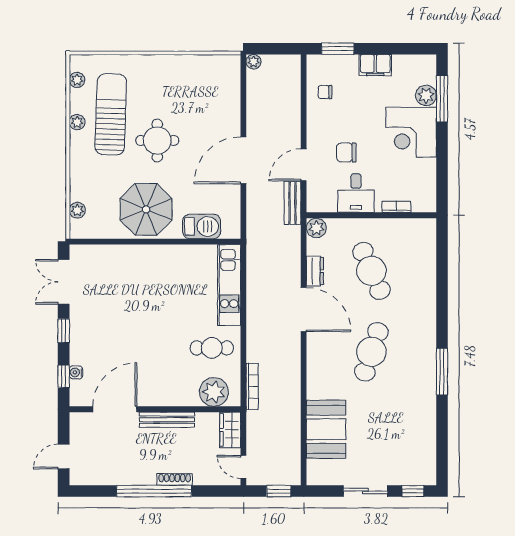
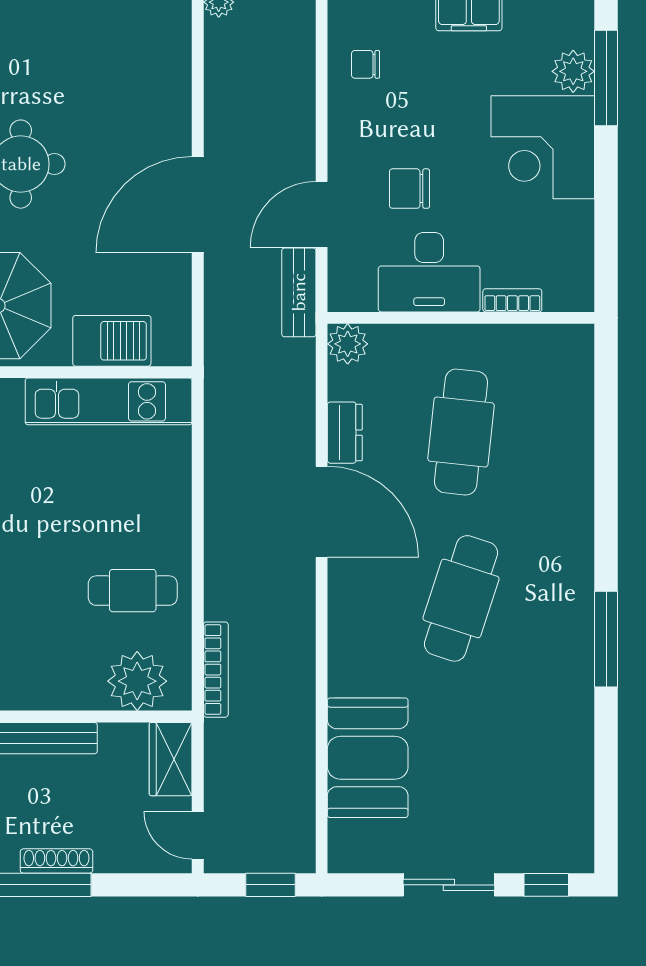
desk: (356, 193) -> (429, 272), width x1.37
cafe table: (371, 271) -> (461, 432), turned 30
kitchen unit: (229, 285) -> (109, 401), moved, turned -90

